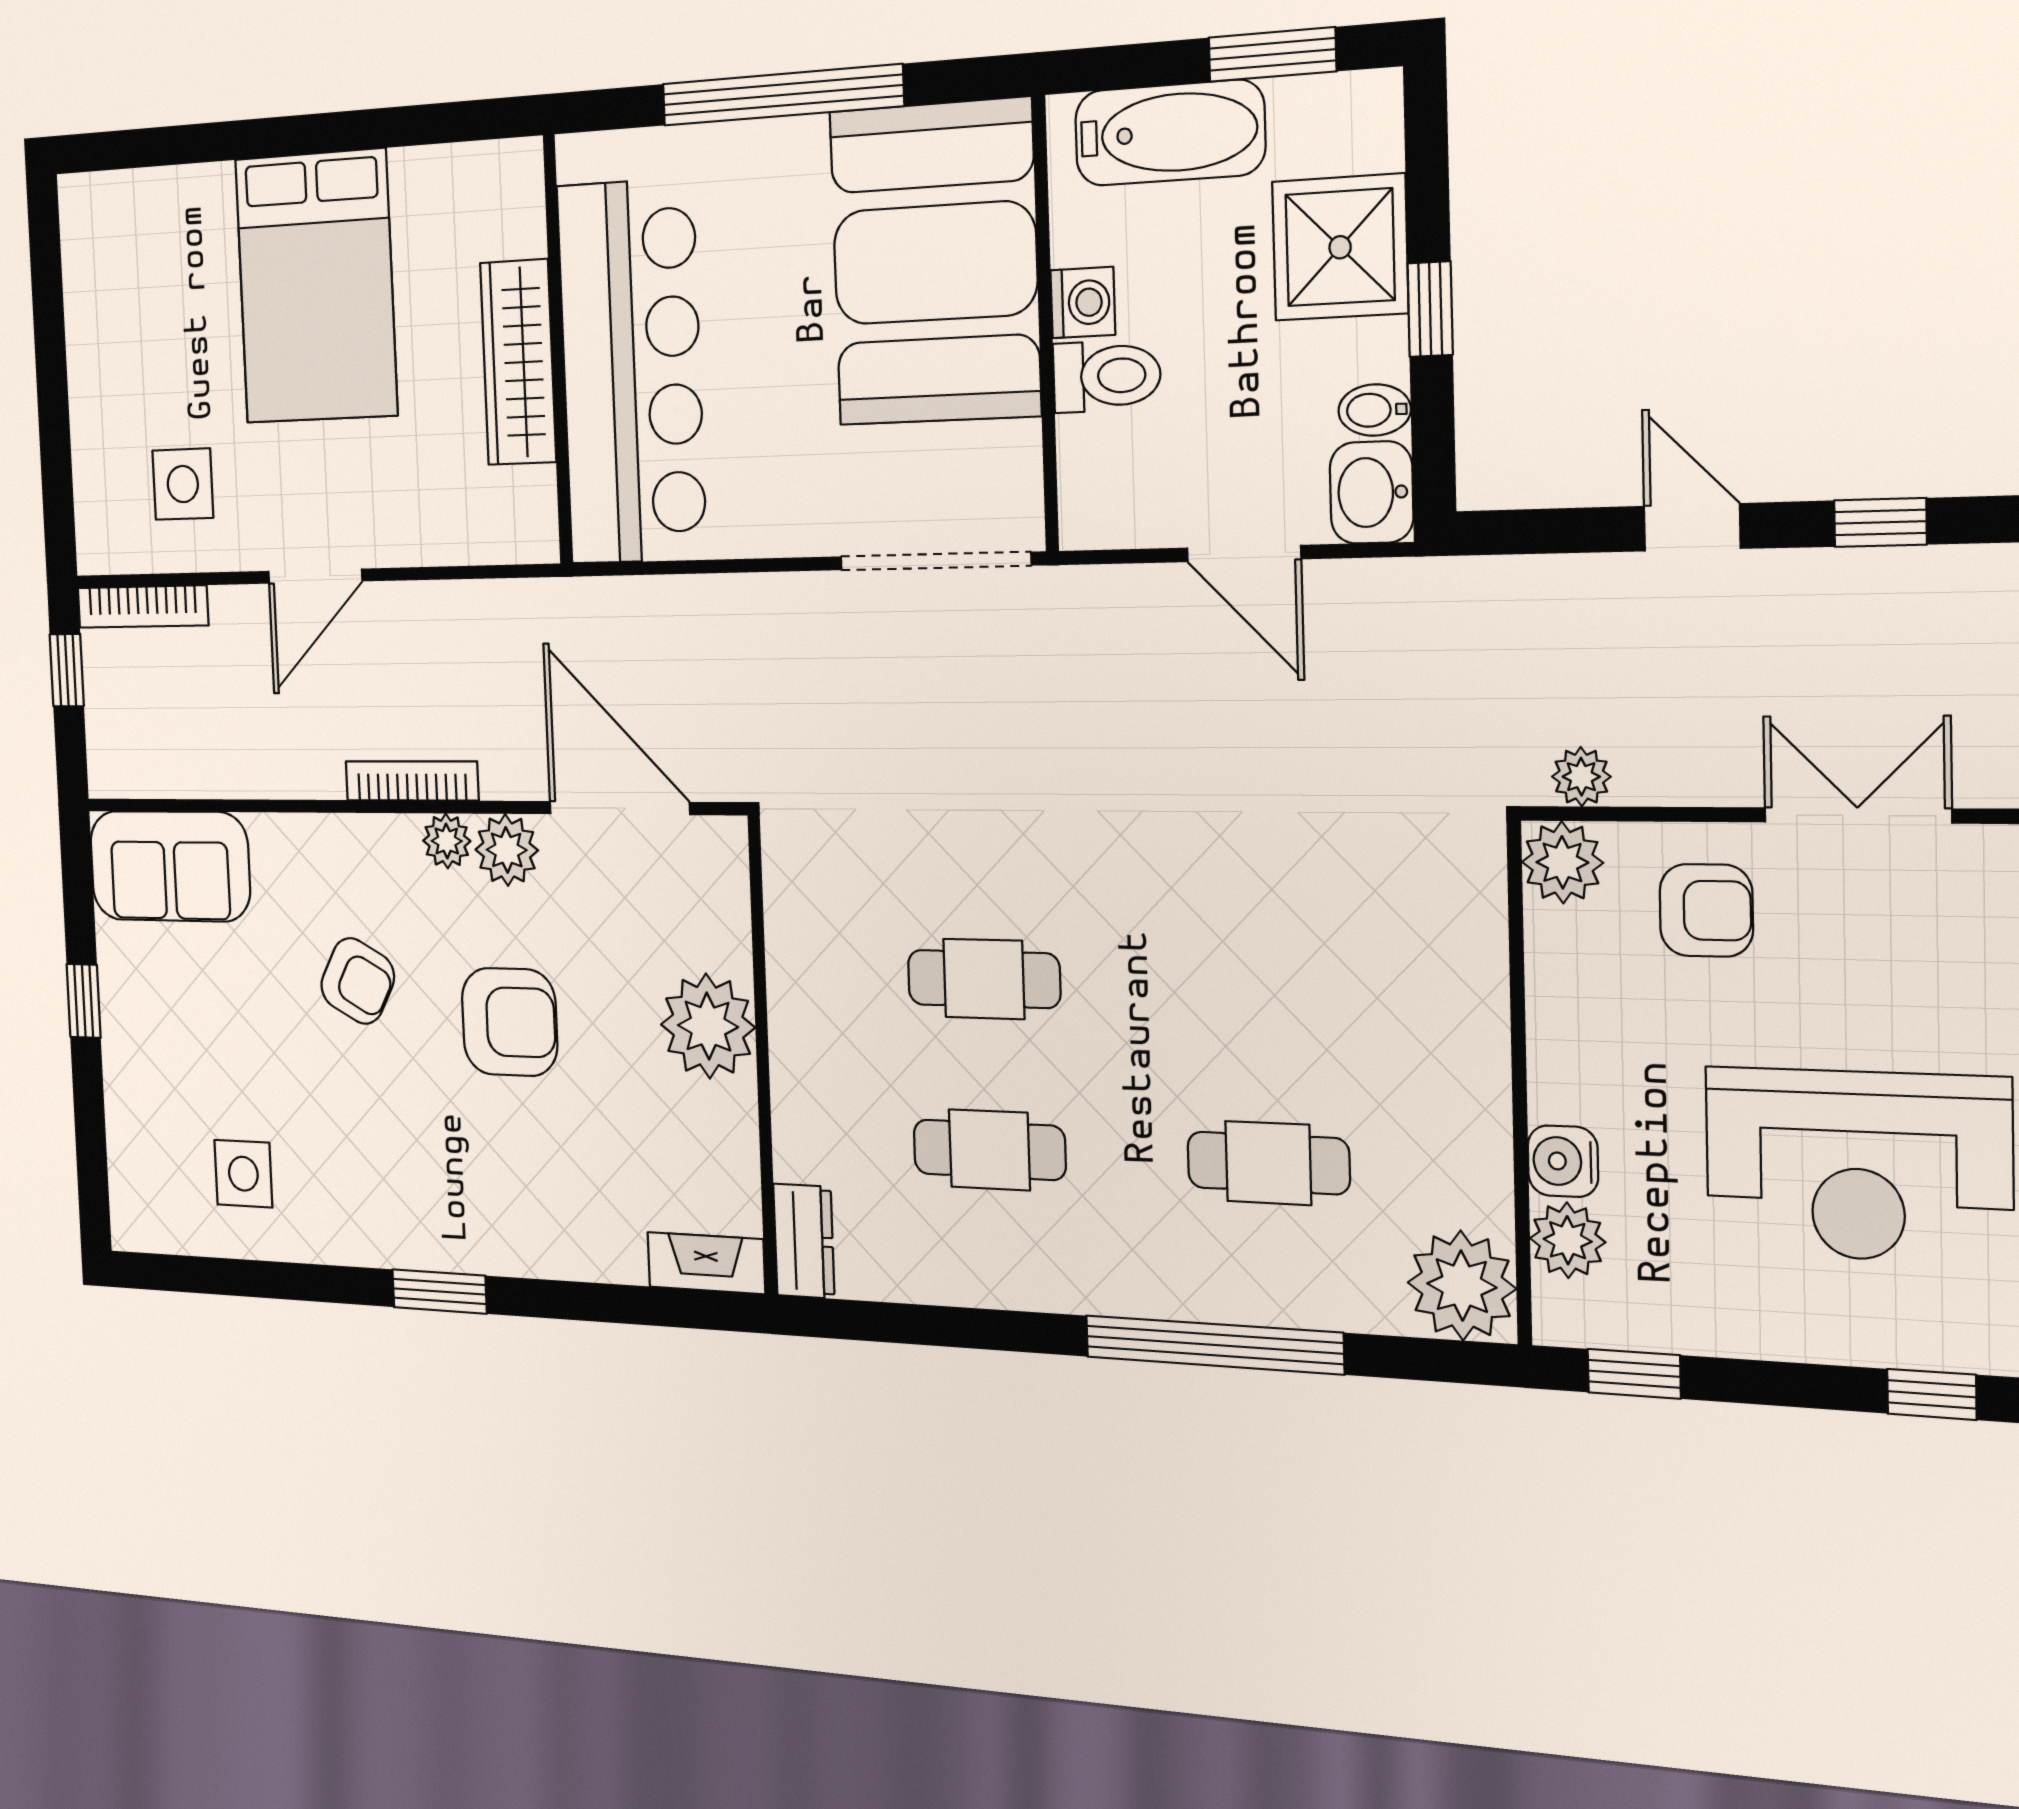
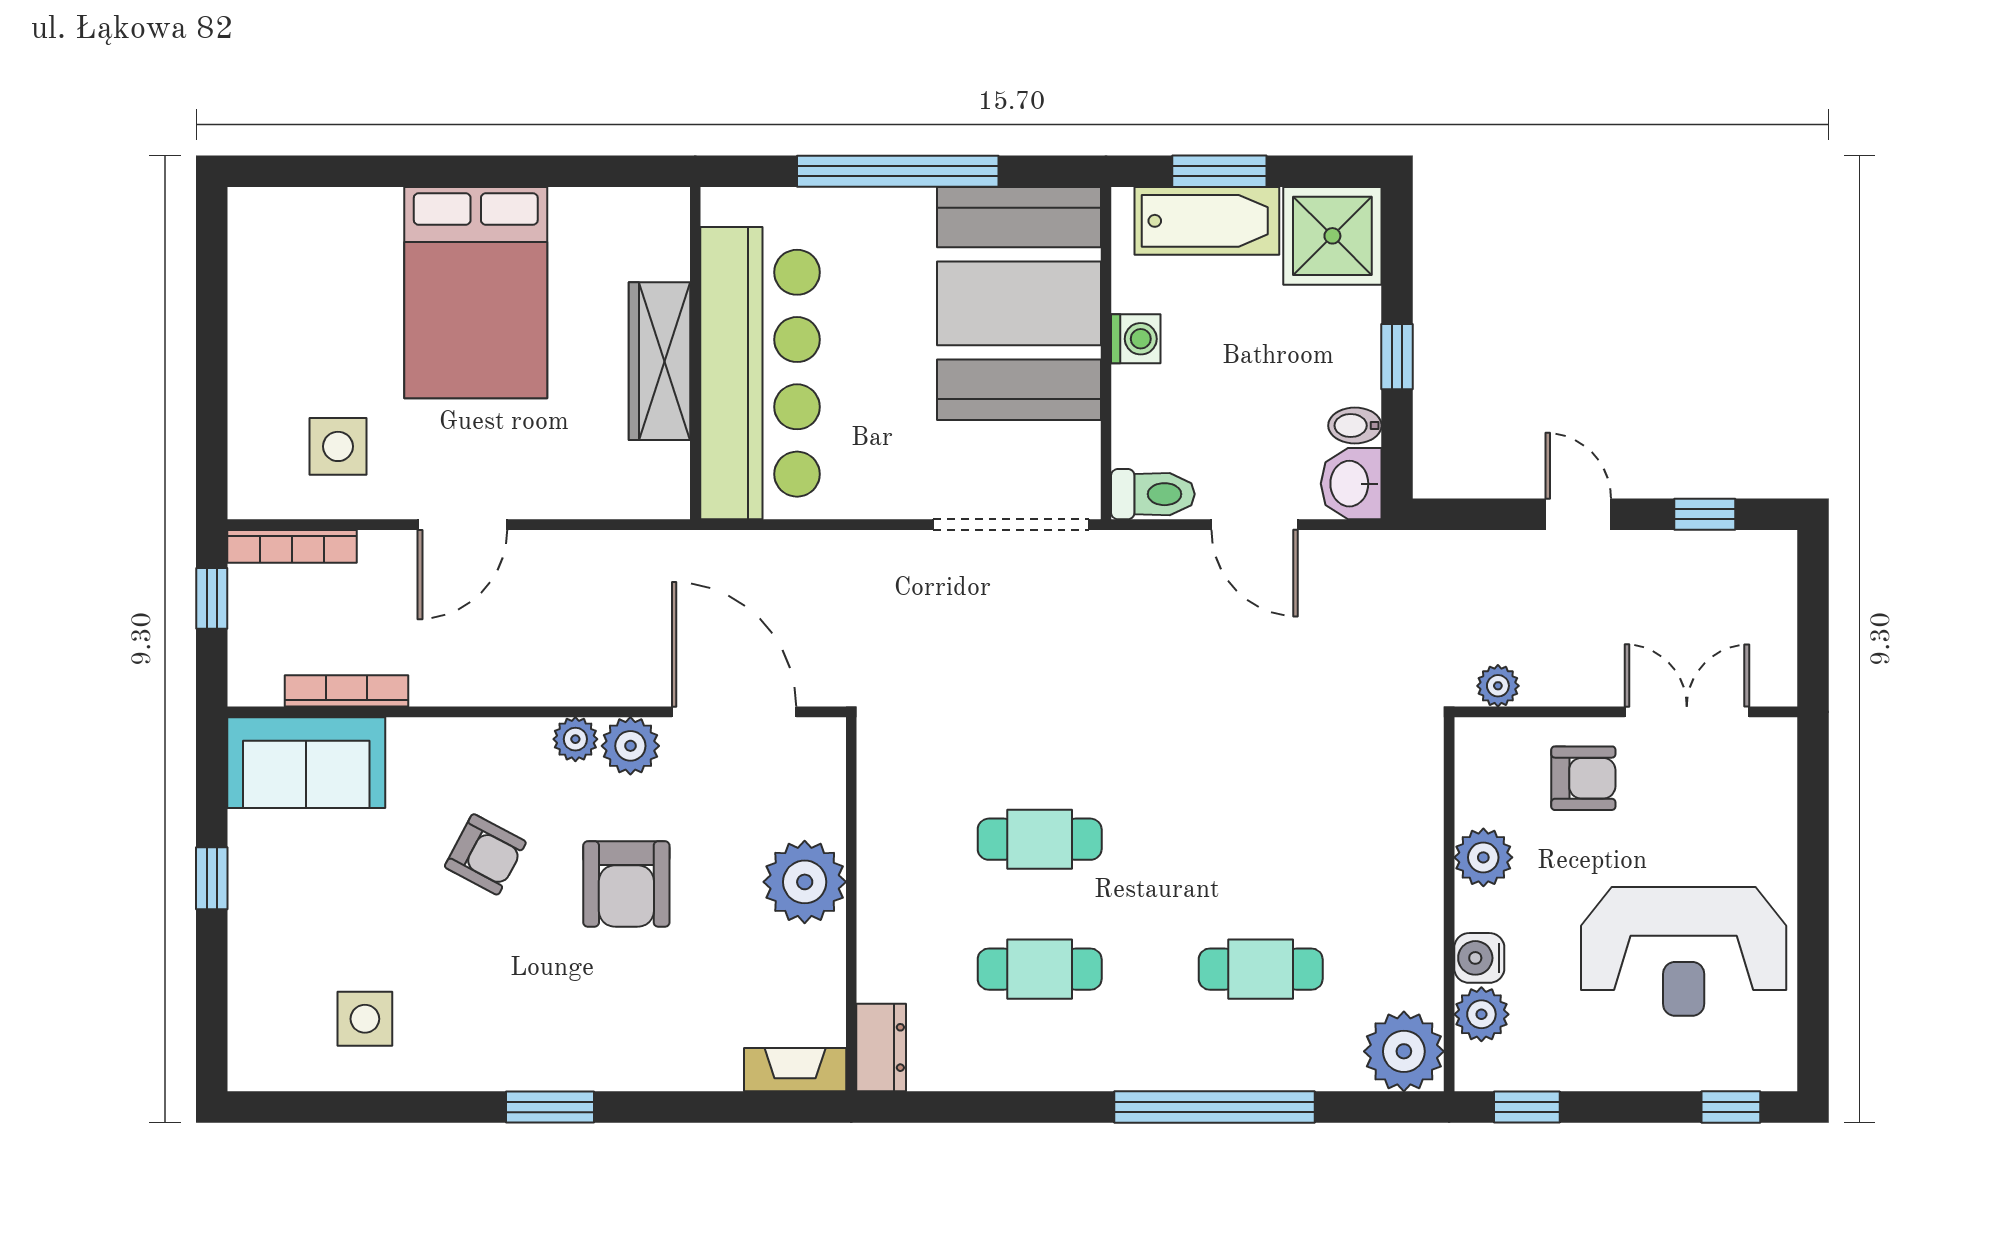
window: (1272, 54) -> (1219, 171), moved
shower: (1340, 247) -> (1332, 236), moved
toilet: (1107, 376) -> (1153, 494), moved
bookcase: (412, 781) -> (346, 691), moved
plant: (1562, 862) -> (1483, 857), moved
armchair: (509, 1022) -> (626, 884), turned 90

